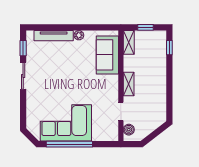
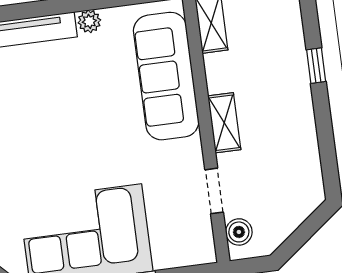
window: (169, 48) -> (316, 66), moved
sofa: (107, 55) -> (166, 76), width x1.36

